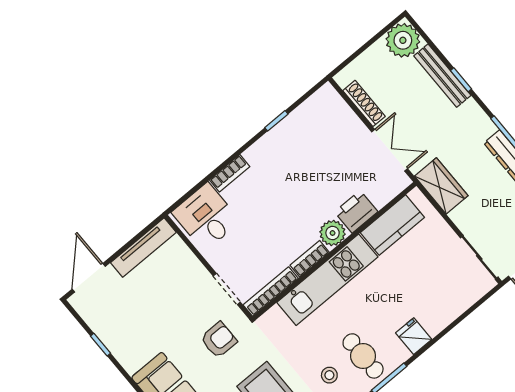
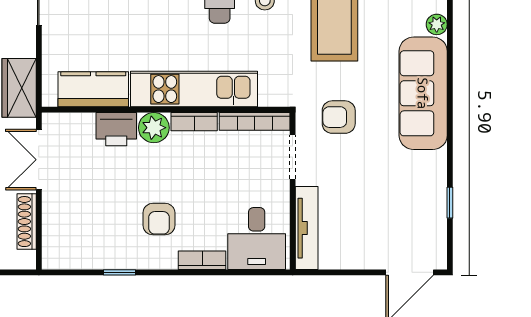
armchair: (280, 177) -> (159, 219), added
tv unit: (143, 247) -> (307, 228), moved, turned 90

